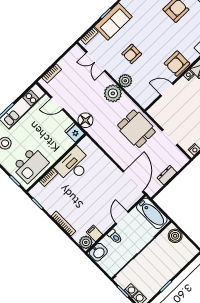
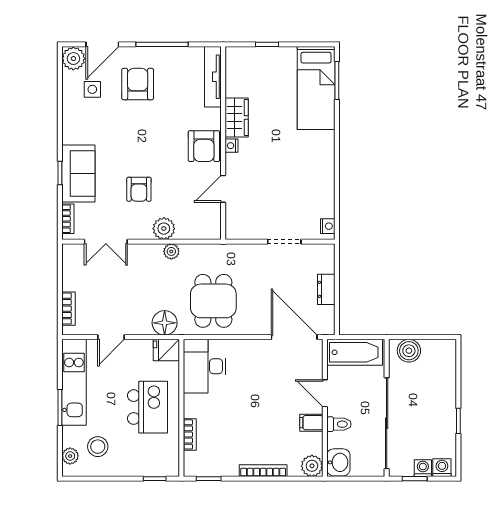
plant: (113, 93) -> (171, 251), width x0.53, depth x0.53
dining table: (136, 129) -> (213, 301), moved, turned 90
kitchen island: (30, 165) -> (148, 407), moved
desk: (74, 165) -> (205, 366), moved
filing cabinet: (95, 233) -> (311, 423), moved

